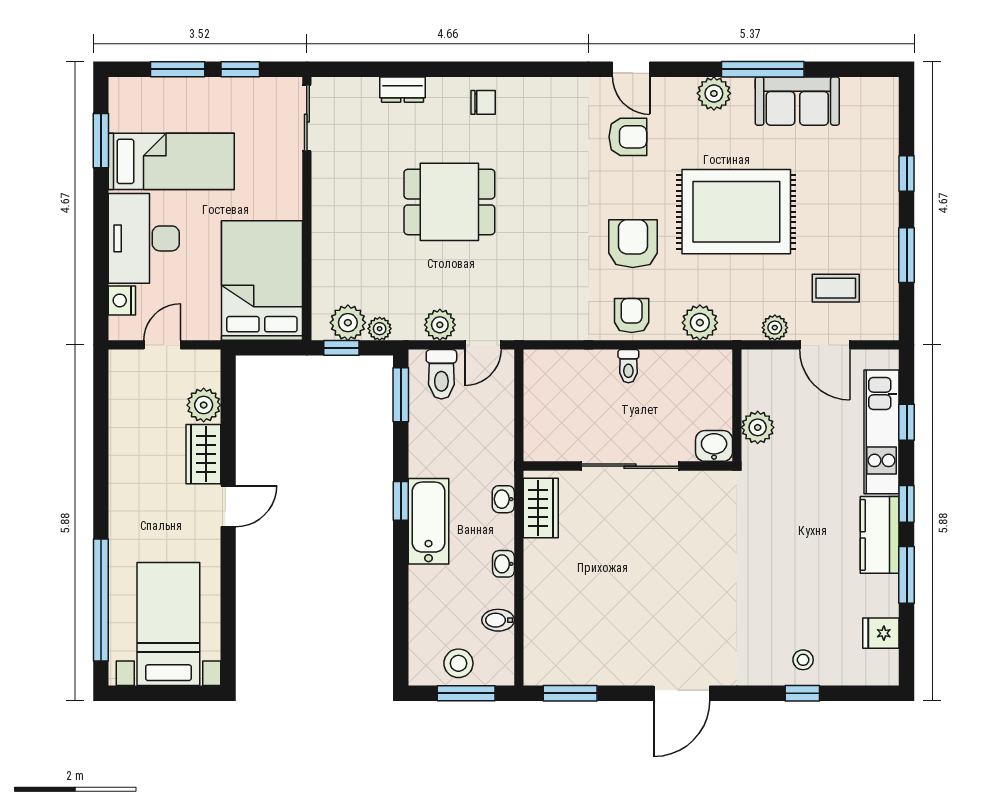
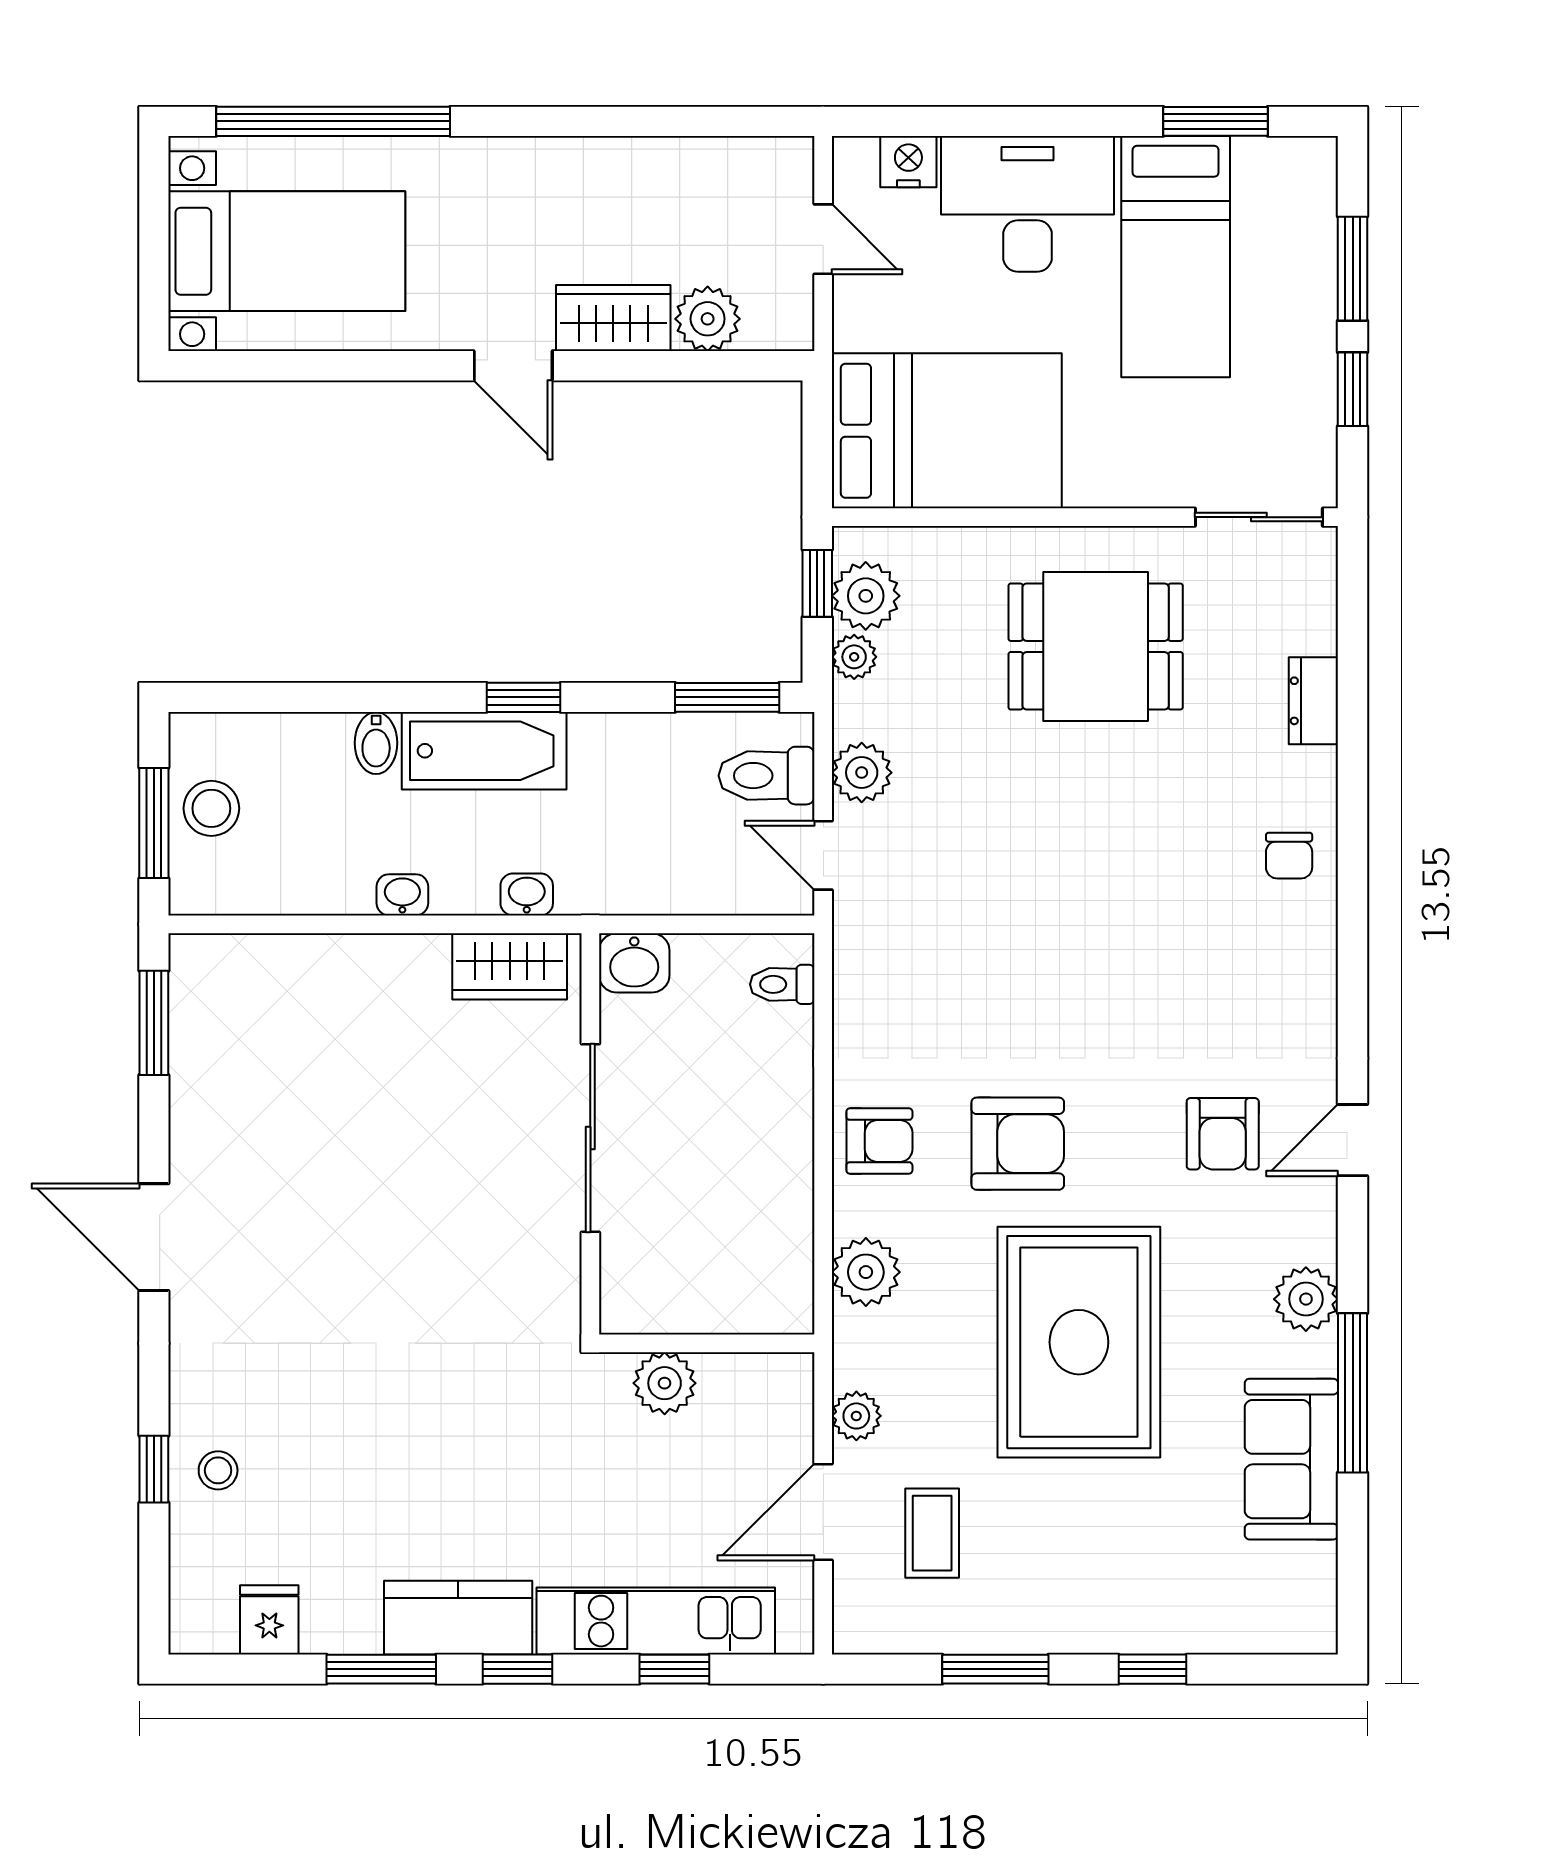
dining table: (449, 202) -> (1096, 646), moved, turned 90
toilet: (628, 366) -> (782, 984), moved
washbasin: (714, 446) -> (634, 963), moved, turned 90
bidet: (498, 620) -> (376, 743), moved, turned 180

